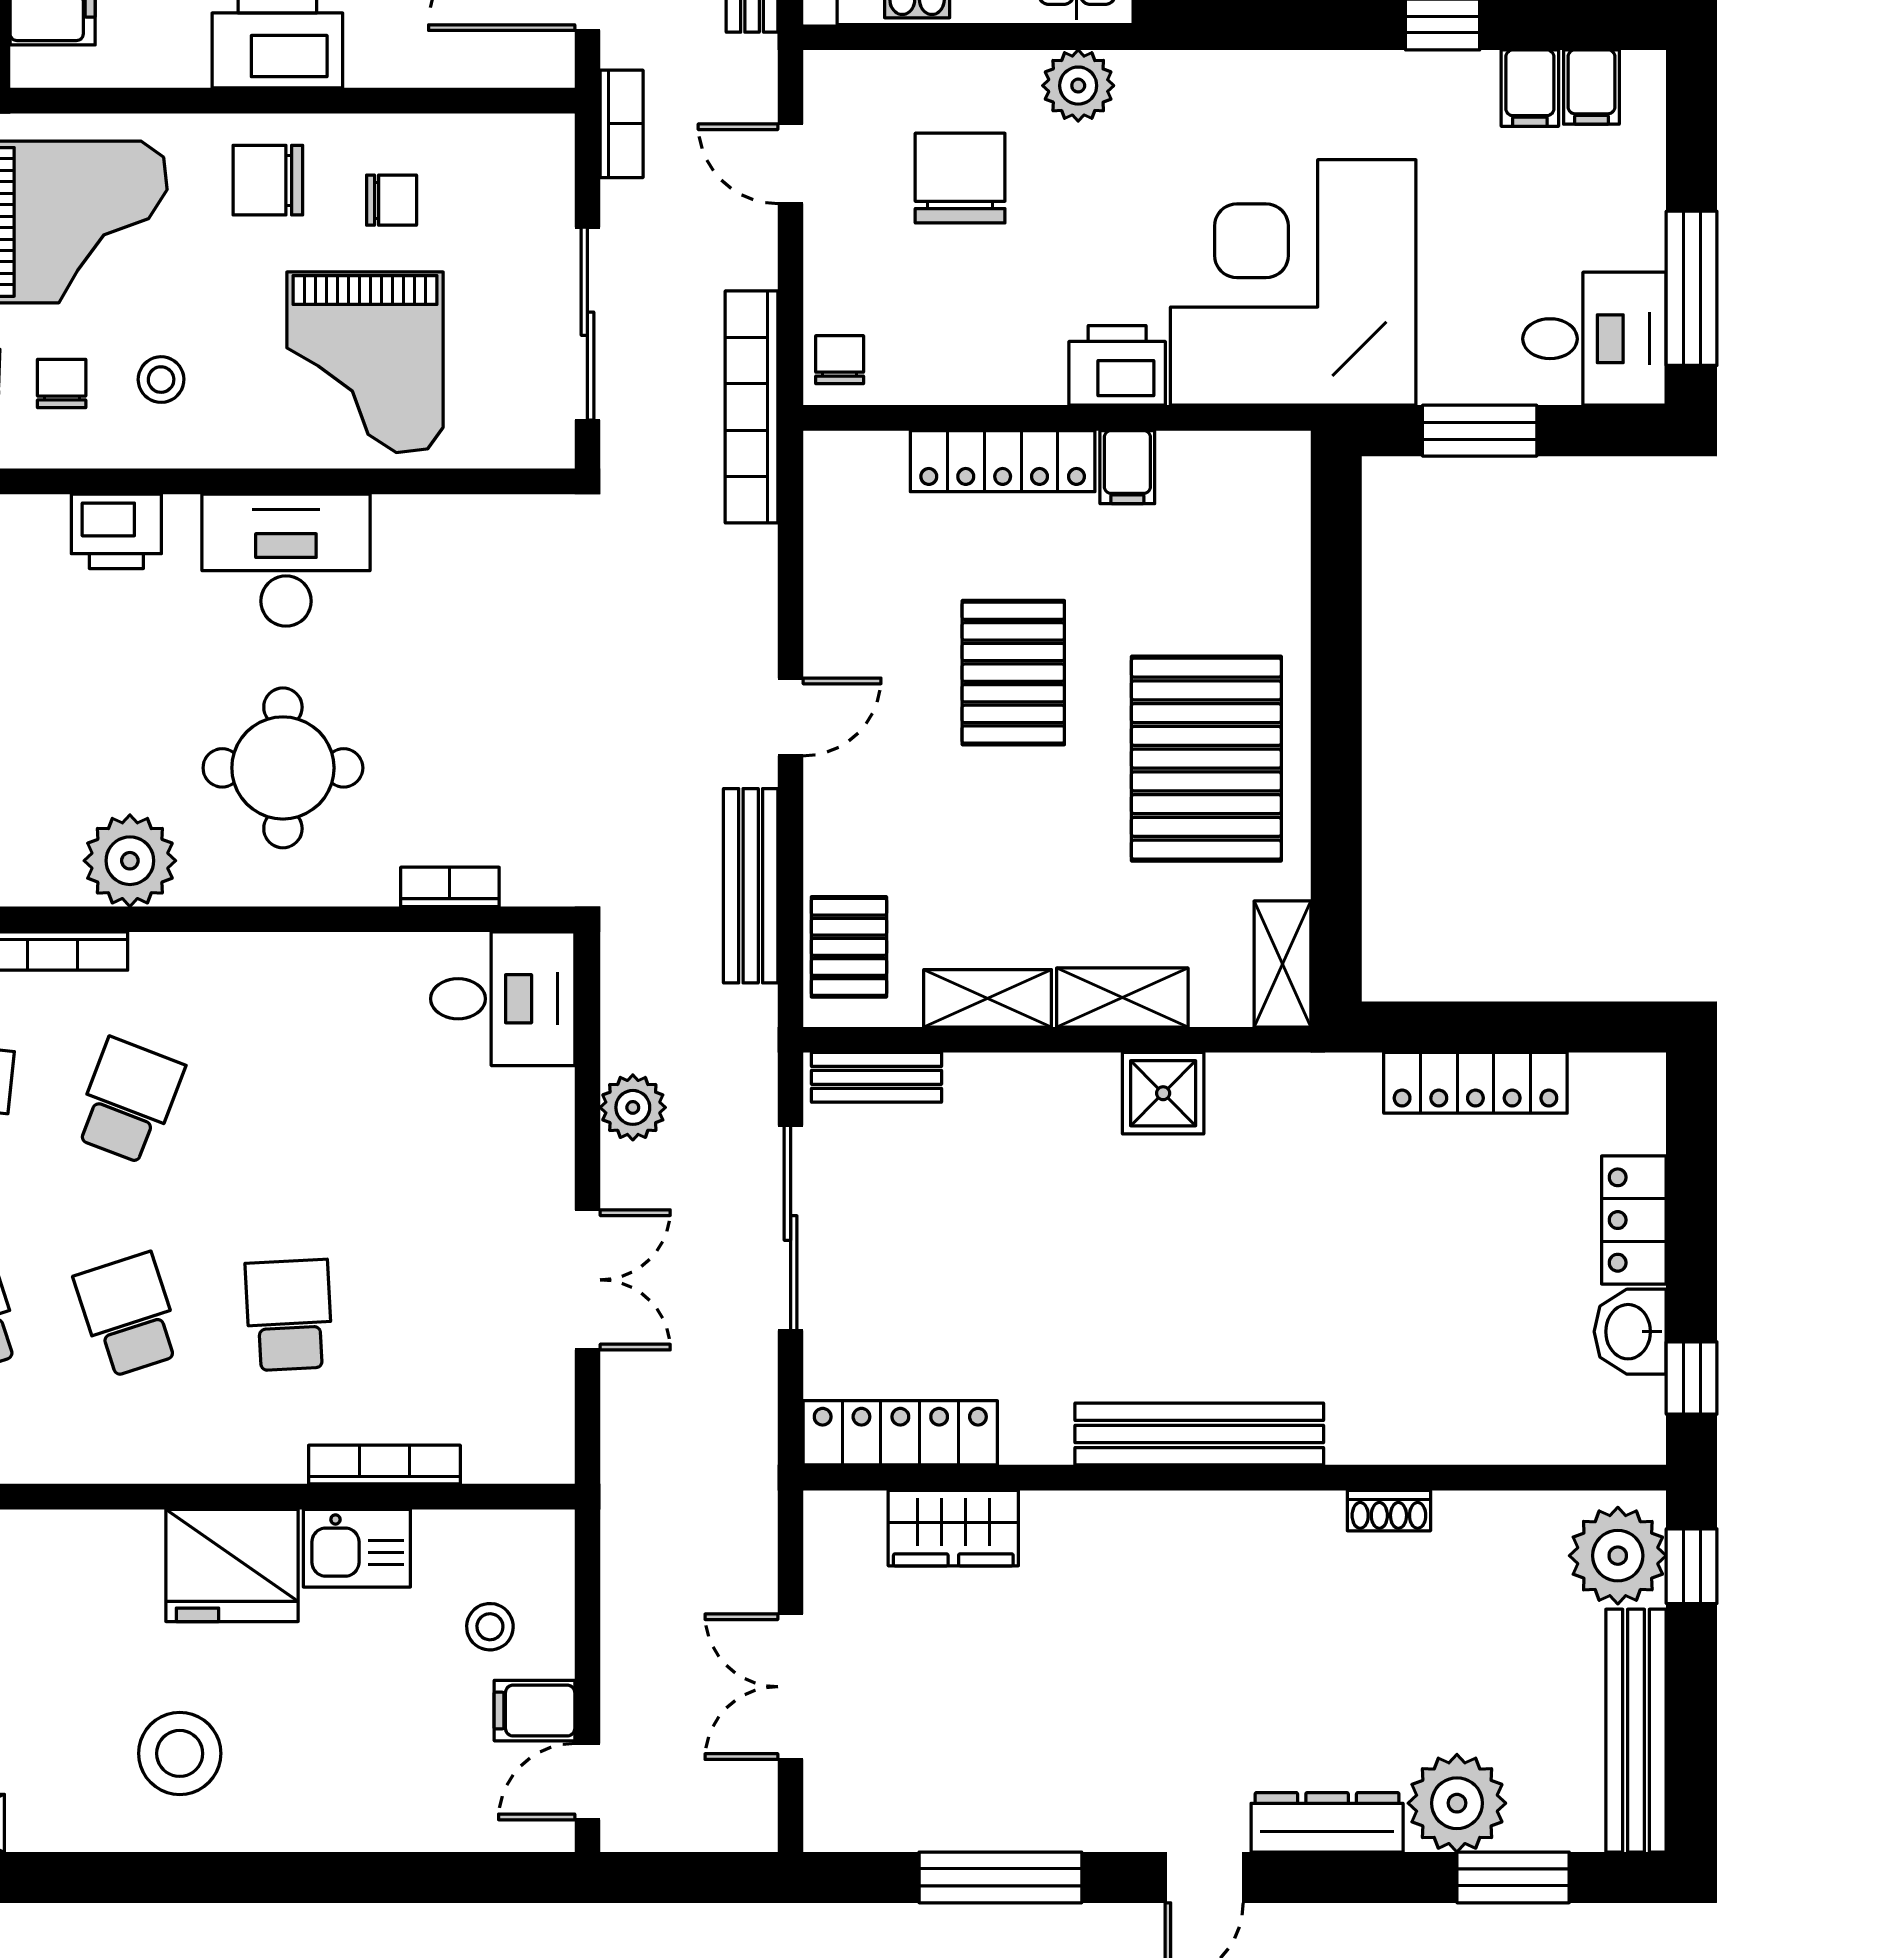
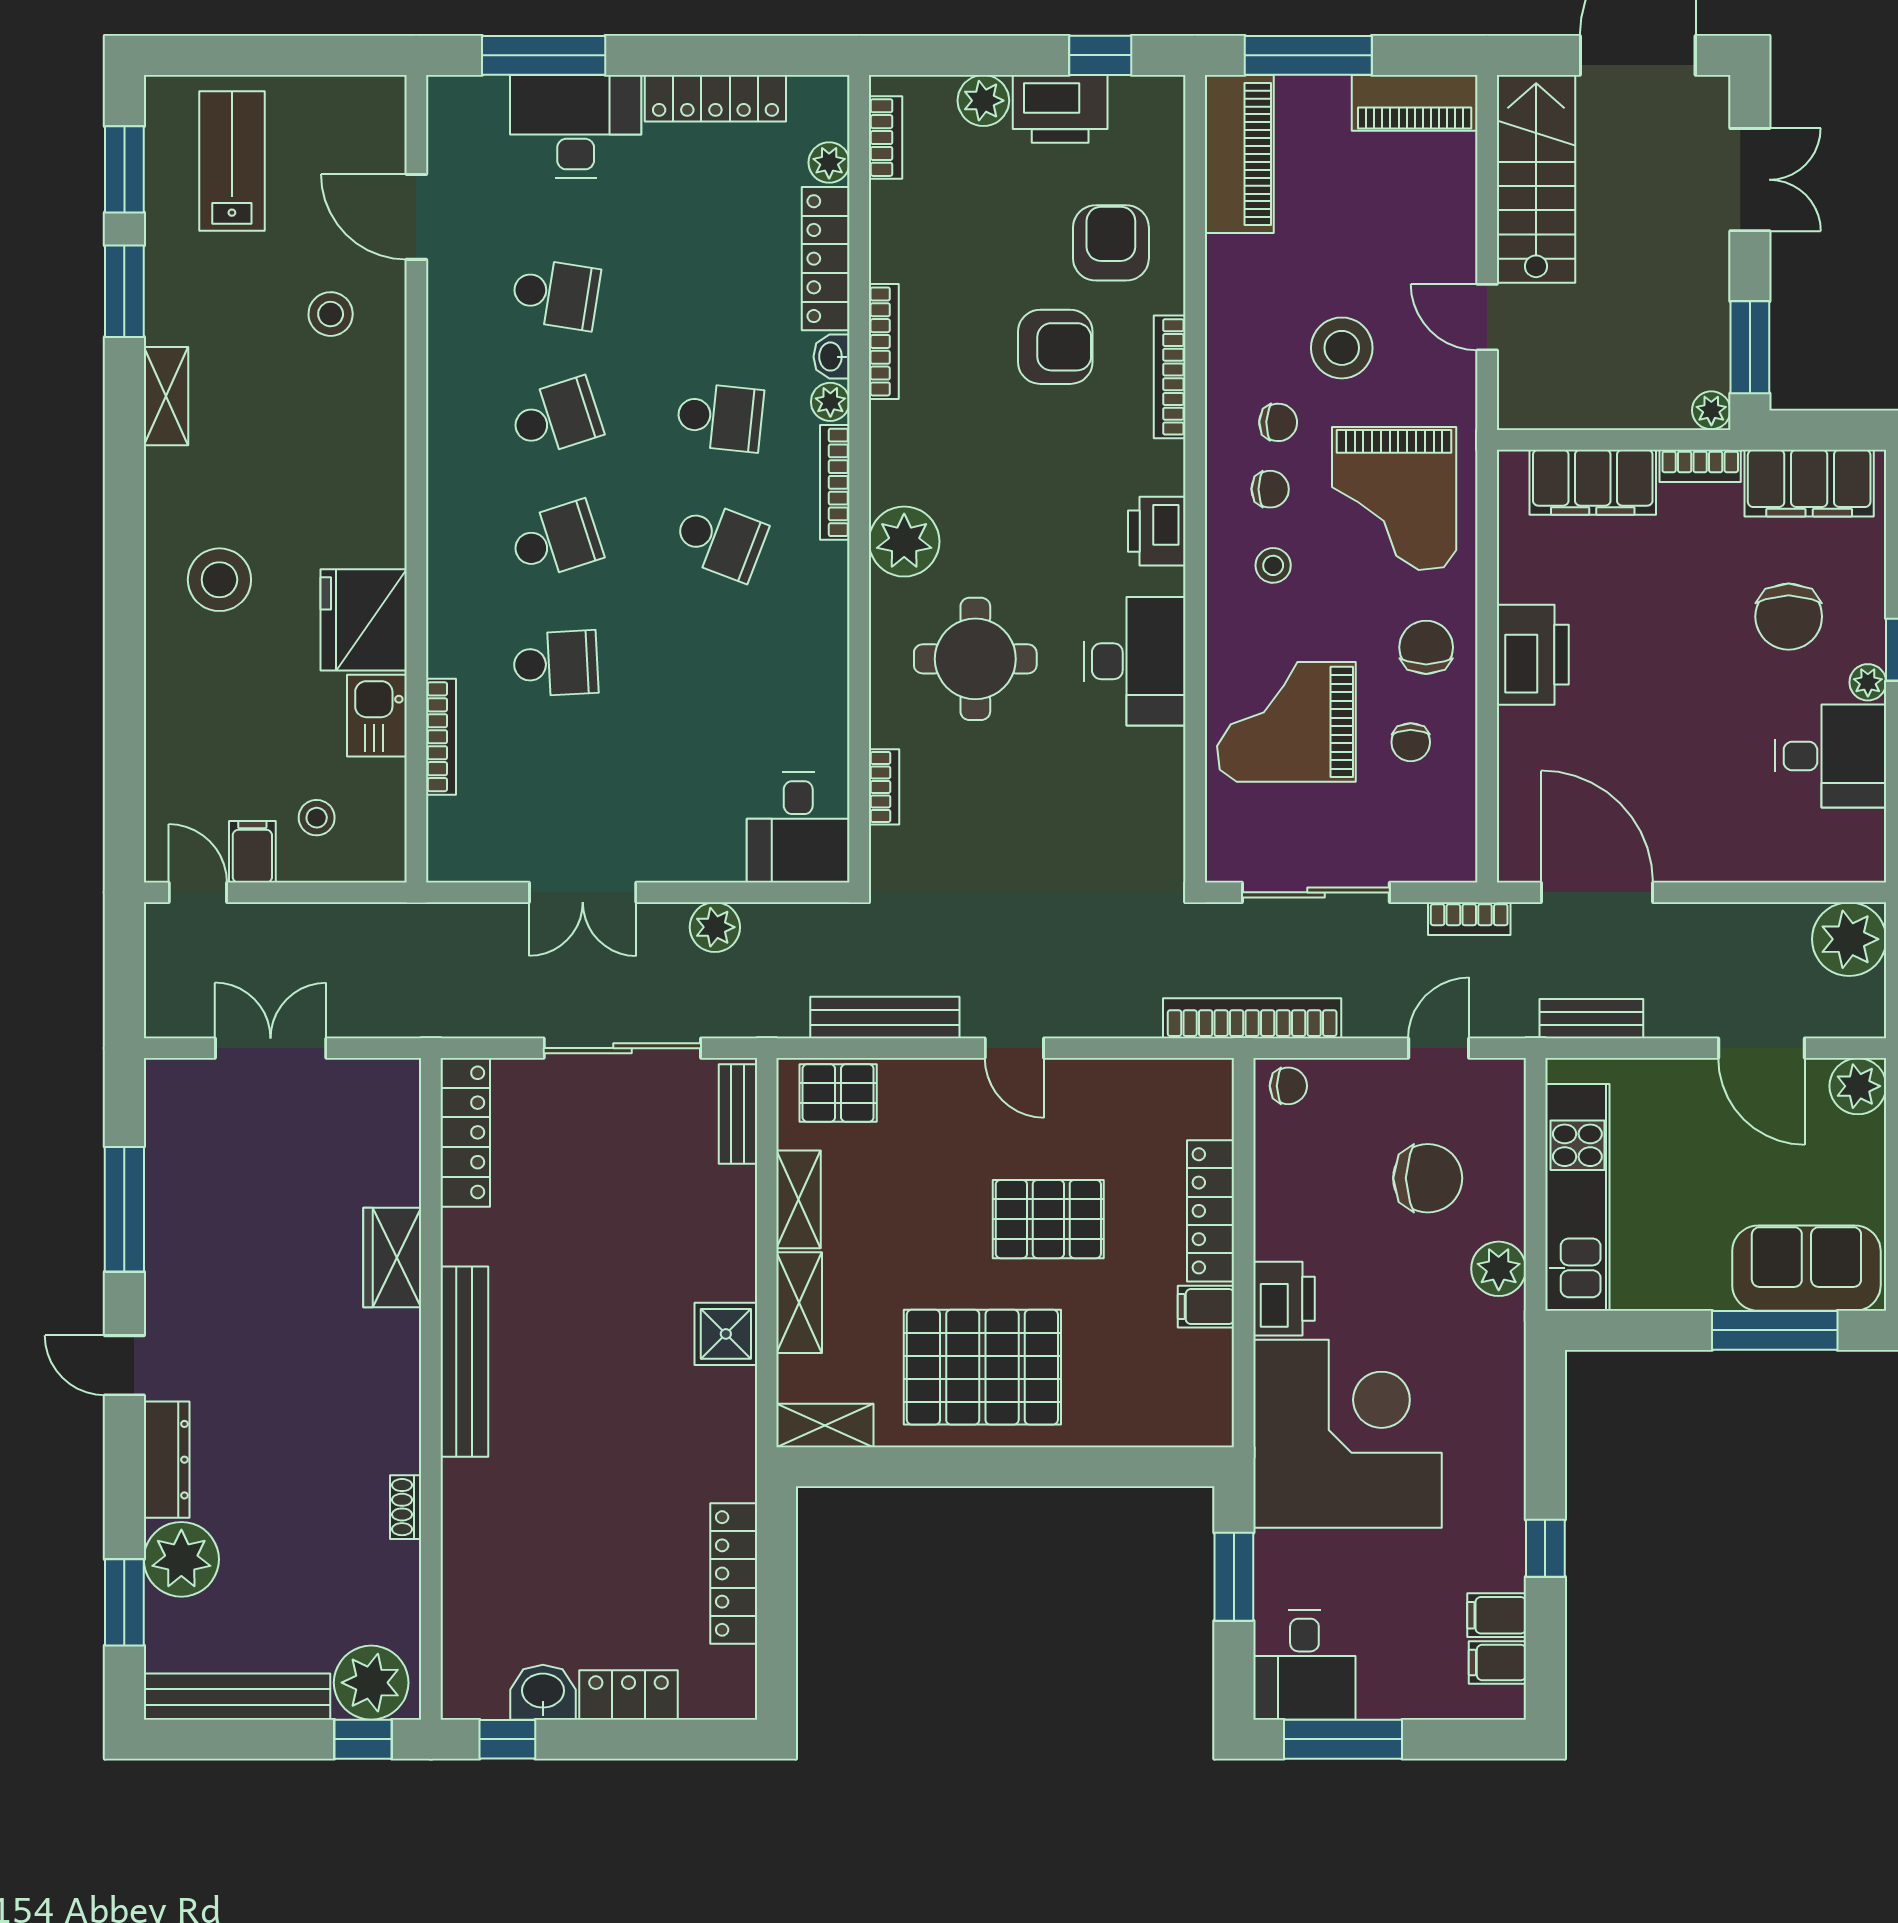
wardrobe: (953, 1528) -> (392, 1258), moved

